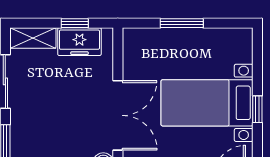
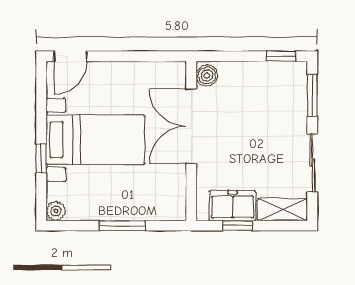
plant: (244, 37) -> (56, 211), added
window: (257, 109) -> (41, 158), moved

